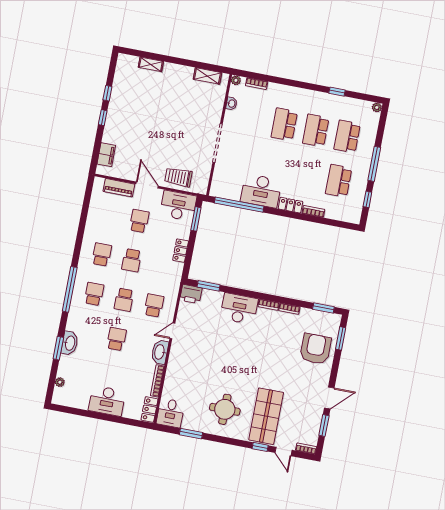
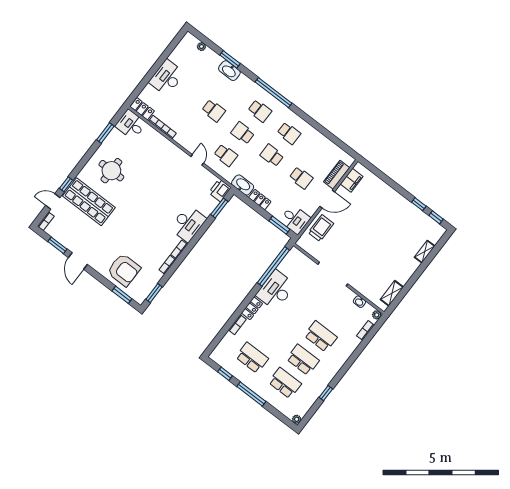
window: (103, 118) -> (436, 217), moved
filing cabinet: (106, 155) -> (352, 180), moved, turned -90
desk: (178, 206) -> (295, 219), width x0.73
washbasin: (160, 352) -> (243, 185), moved

